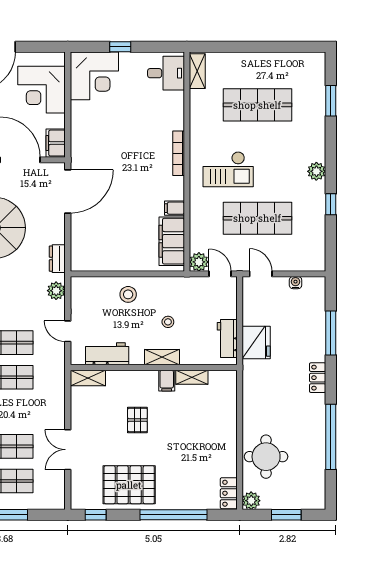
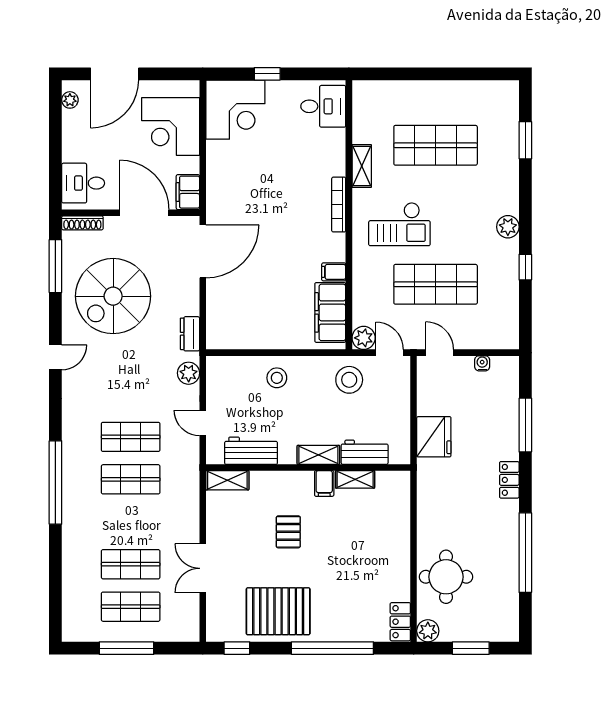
shelving: (197, 71) -> (362, 166), moved
stool: (168, 322) -> (349, 380), moved, width x1.89, depth x1.89
workbench: (227, 339) -> (365, 452), moved, turned 90

